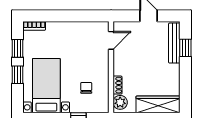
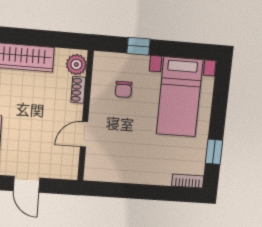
door: (111, 40) -> (84, 134), moved
window: (18, 75) -> (218, 115), removed

